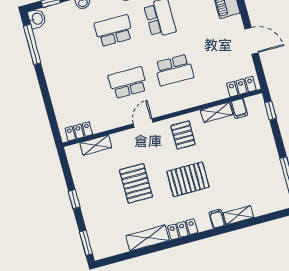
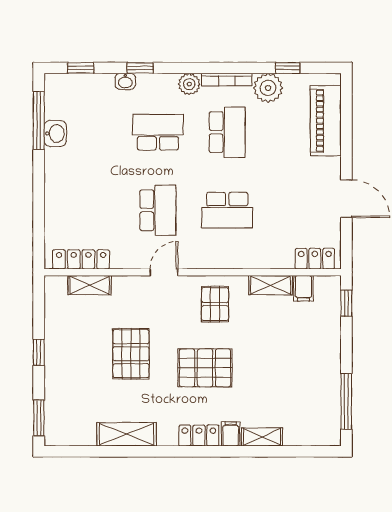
washbasin: (37, 19) -> (55, 134), moved
school desk: (128, 83) -> (158, 210), turned 90
locker: (79, 131) -> (81, 259), width x1.53
locker: (183, 229) -> (199, 435), moved

